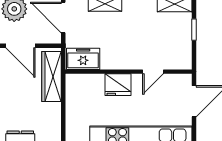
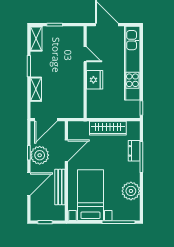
freezer: (83, 59) -> (76, 105), removed
wardrobe: (52, 76) -> (108, 128), moved

